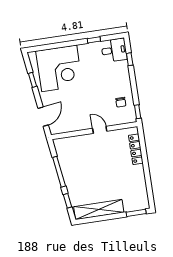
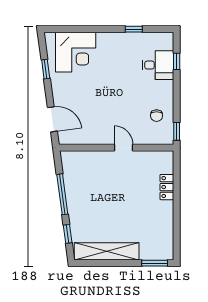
desk: (114, 50) -> (158, 65), moved
corner desk: (59, 68) -> (76, 52), width x0.74, depth x0.74
door: (43, 117) -> (52, 119), hinge flipped
locker: (136, 149) -> (167, 187), width x0.66

